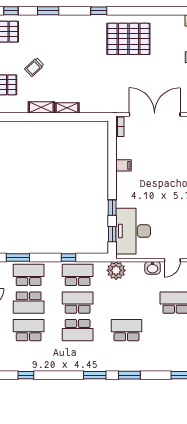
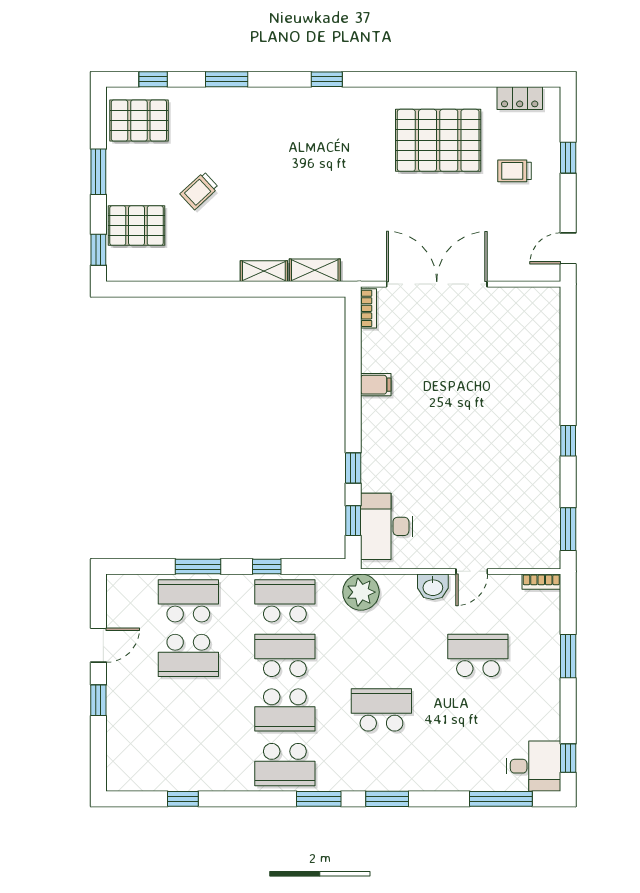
pallet: (128, 39) -> (438, 140), moved
shelving: (41, 107) -> (315, 270), moved
desk: (133, 231) -> (387, 526), width x0.73, depth x0.77
window: (18, 257) -> (198, 567), moved
school desk: (29, 330) -> (285, 765), moved, turned 180

